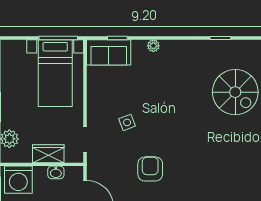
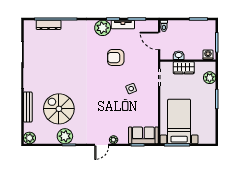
door: (171, 38) -> (102, 145), added
plant: (226, 51) -> (65, 136), added
armchair: (150, 169) -> (116, 58), turned 90
washing machine: (18, 180) -> (208, 55), width x0.53, depth x0.53

